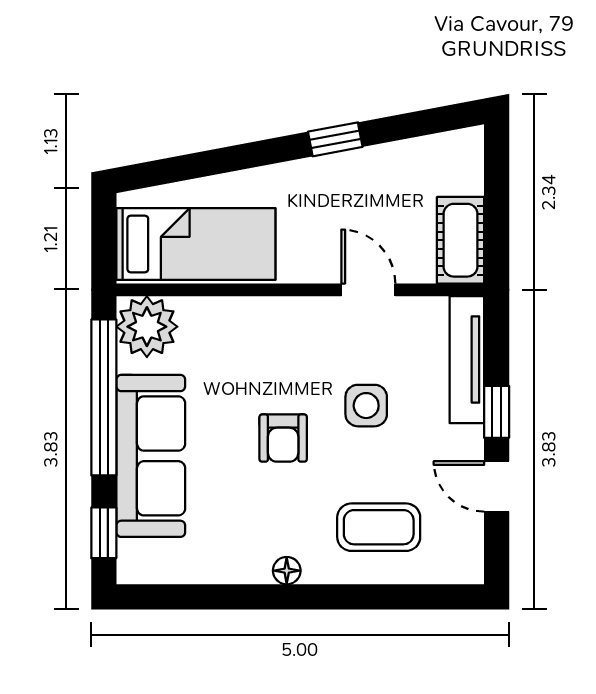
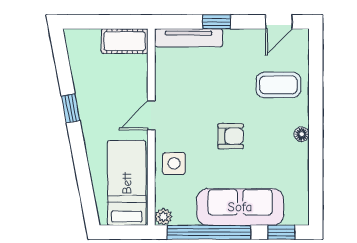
door: (368, 290) -> (151, 116), moved
plant: (147, 327) -> (163, 217), width x0.53, depth x0.53
side table: (366, 406) -> (174, 163), moved
door: (497, 486) -> (279, 22), moved
coffee table: (379, 527) -> (278, 85), turned 90

